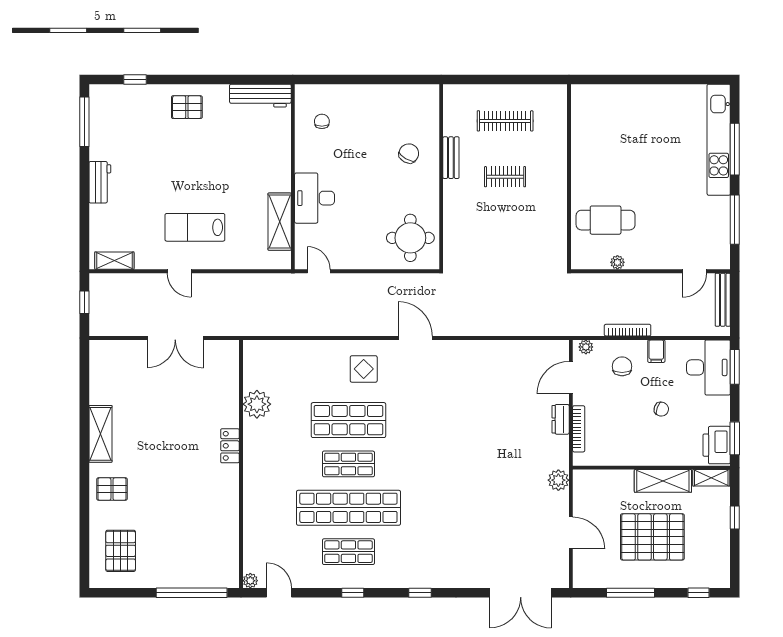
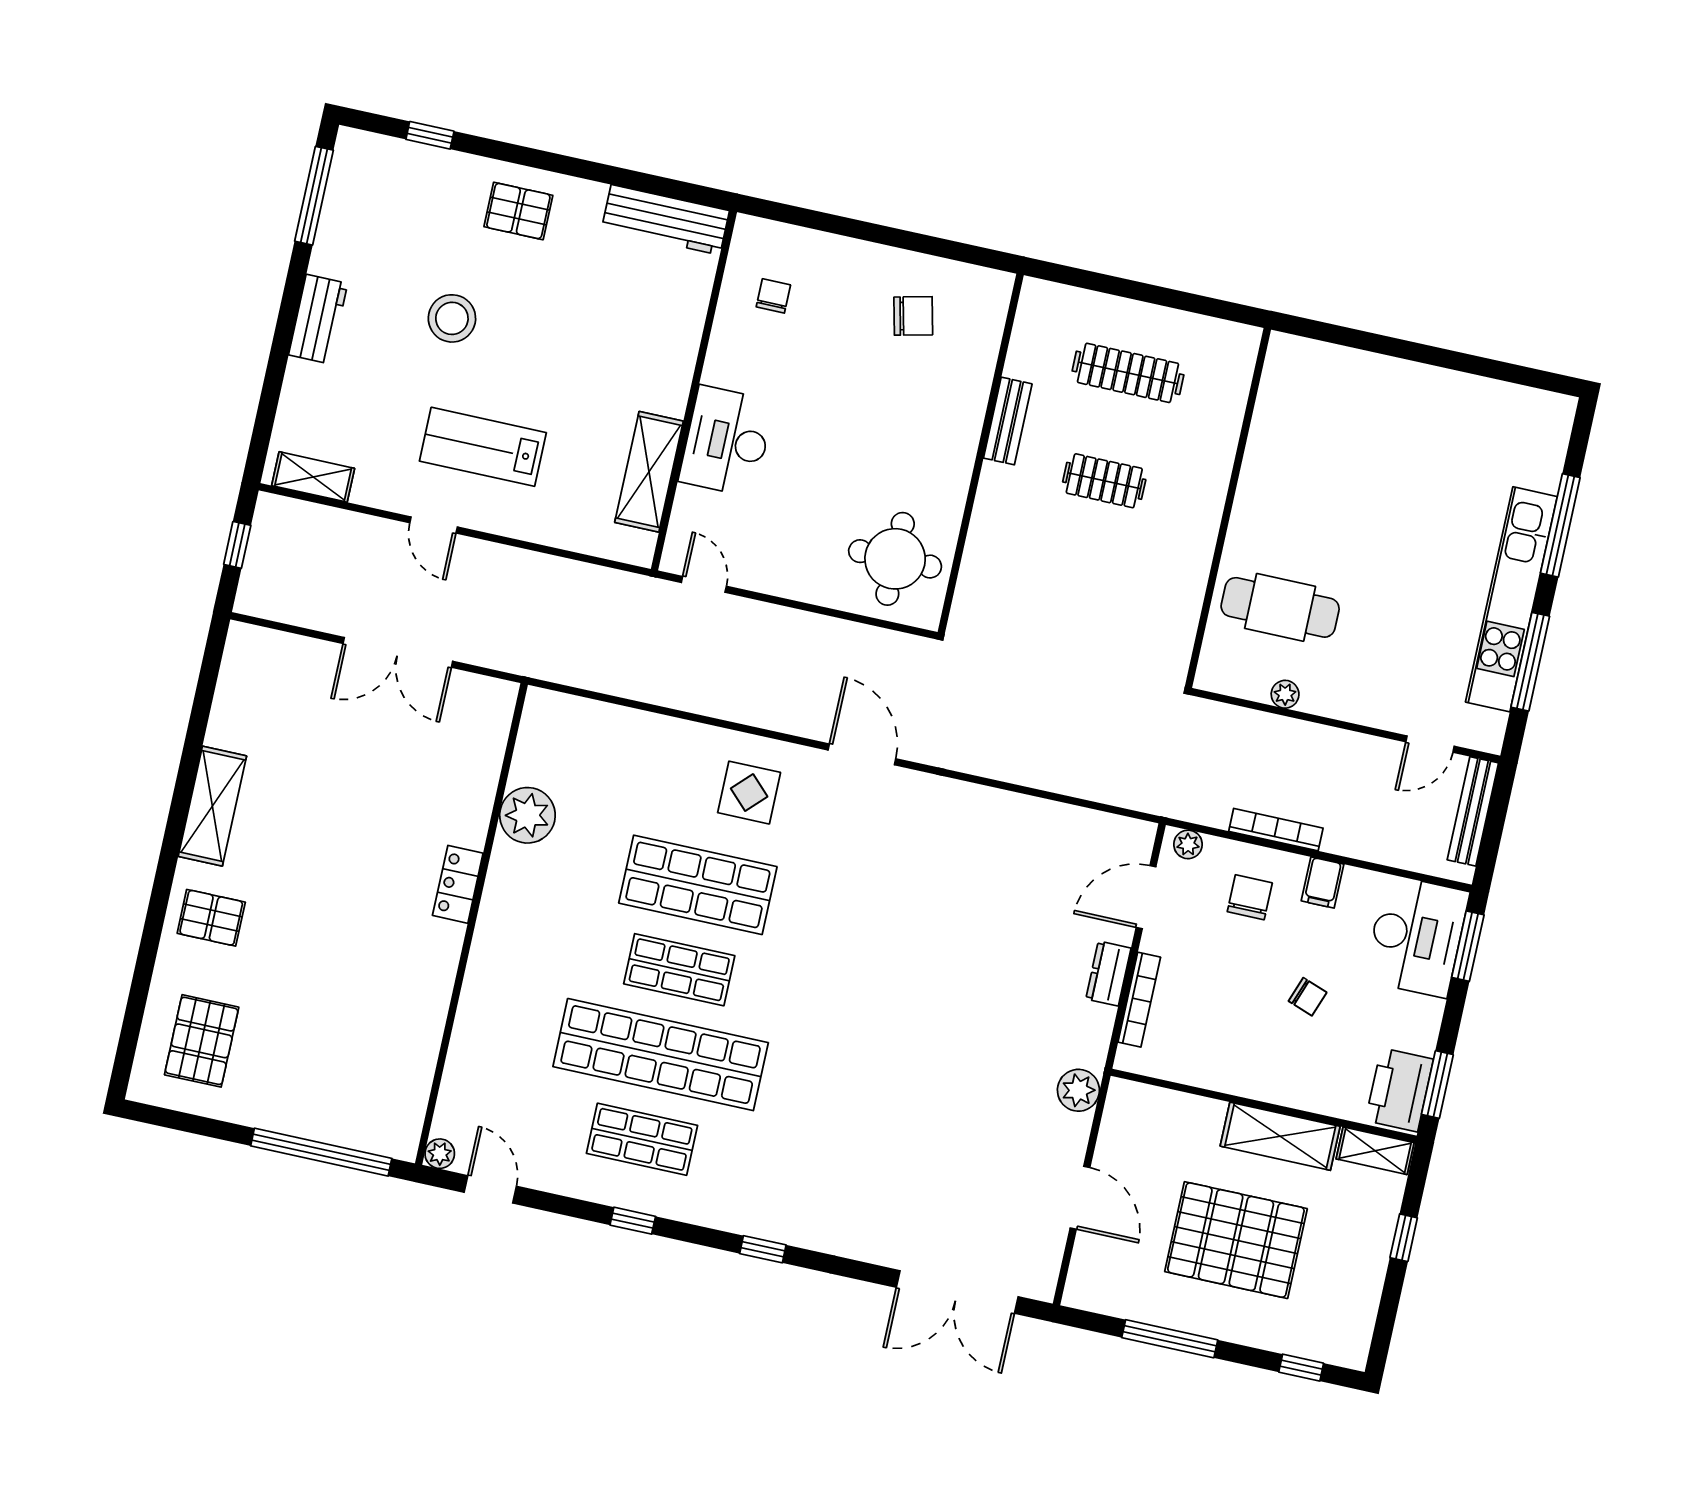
kitchen unit: (719, 140) -> (1511, 599), moved
chair: (409, 153) -> (913, 316), moved, turned 47
stool: (166, 167) -> (452, 318), added

